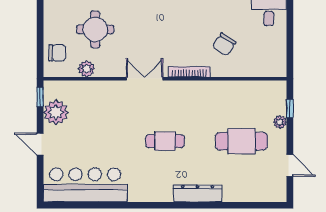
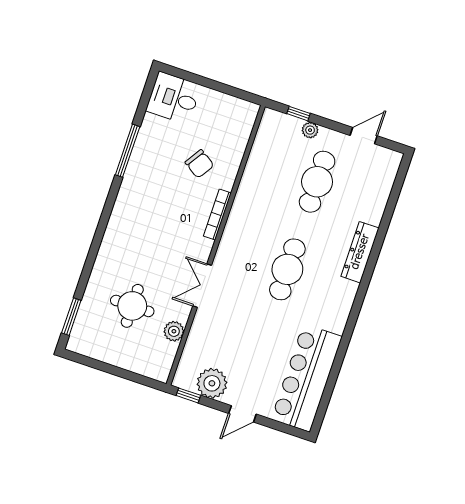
chair: (57, 53) -> (144, 359), removed
double door: (145, 79) -> (202, 286), moved
cafe table: (165, 141) -> (287, 269), width x1.37, depth x1.35

